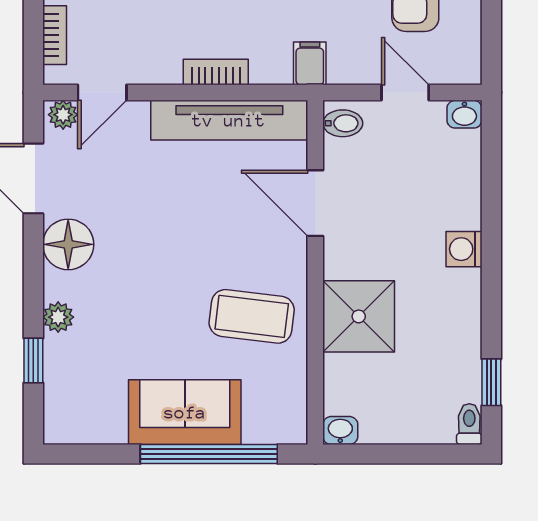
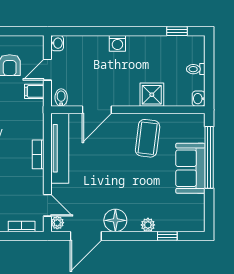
filing cabinet: (310, 63) -> (34, 91), moved
shower: (359, 316) -> (152, 95), width x0.73, depth x0.73
toilet: (469, 424) -> (196, 69), moved

